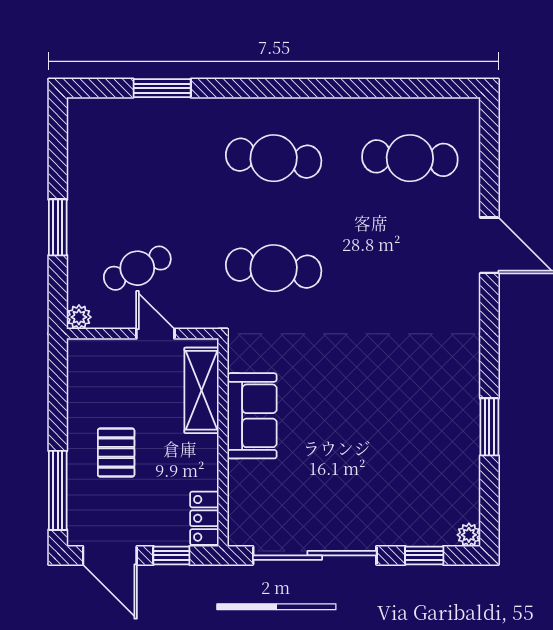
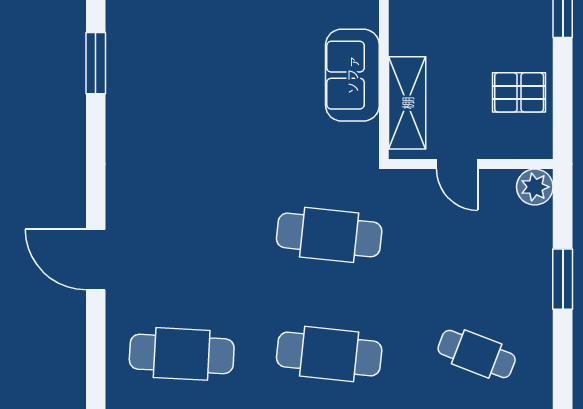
cafe table: (137, 268) -> (477, 354), moved, turned 45
plant: (79, 317) -> (535, 187), width x1.38, depth x1.38
pallet: (116, 453) -> (519, 92), moved, turned 90

